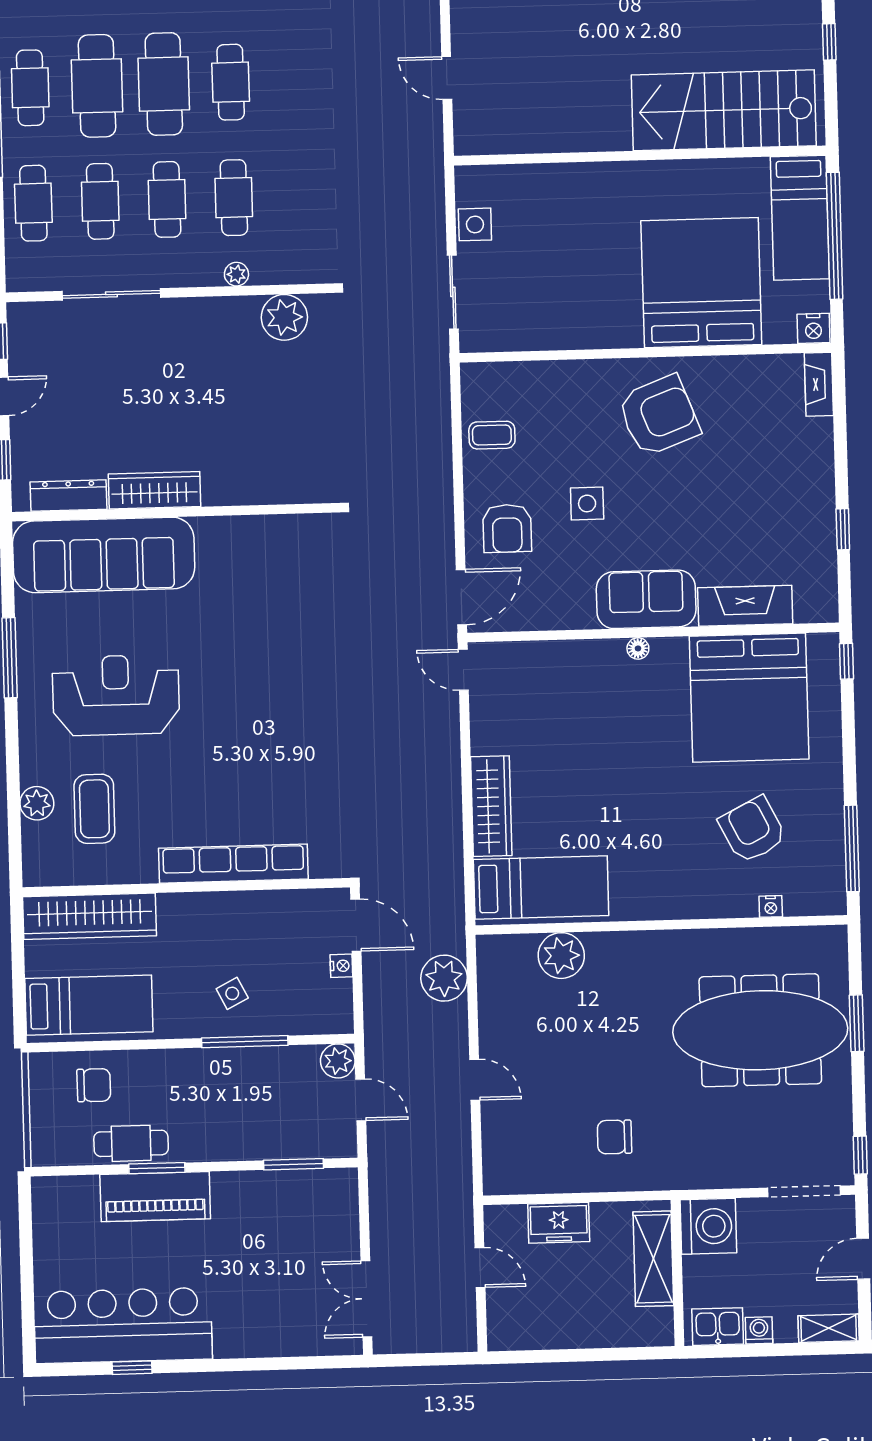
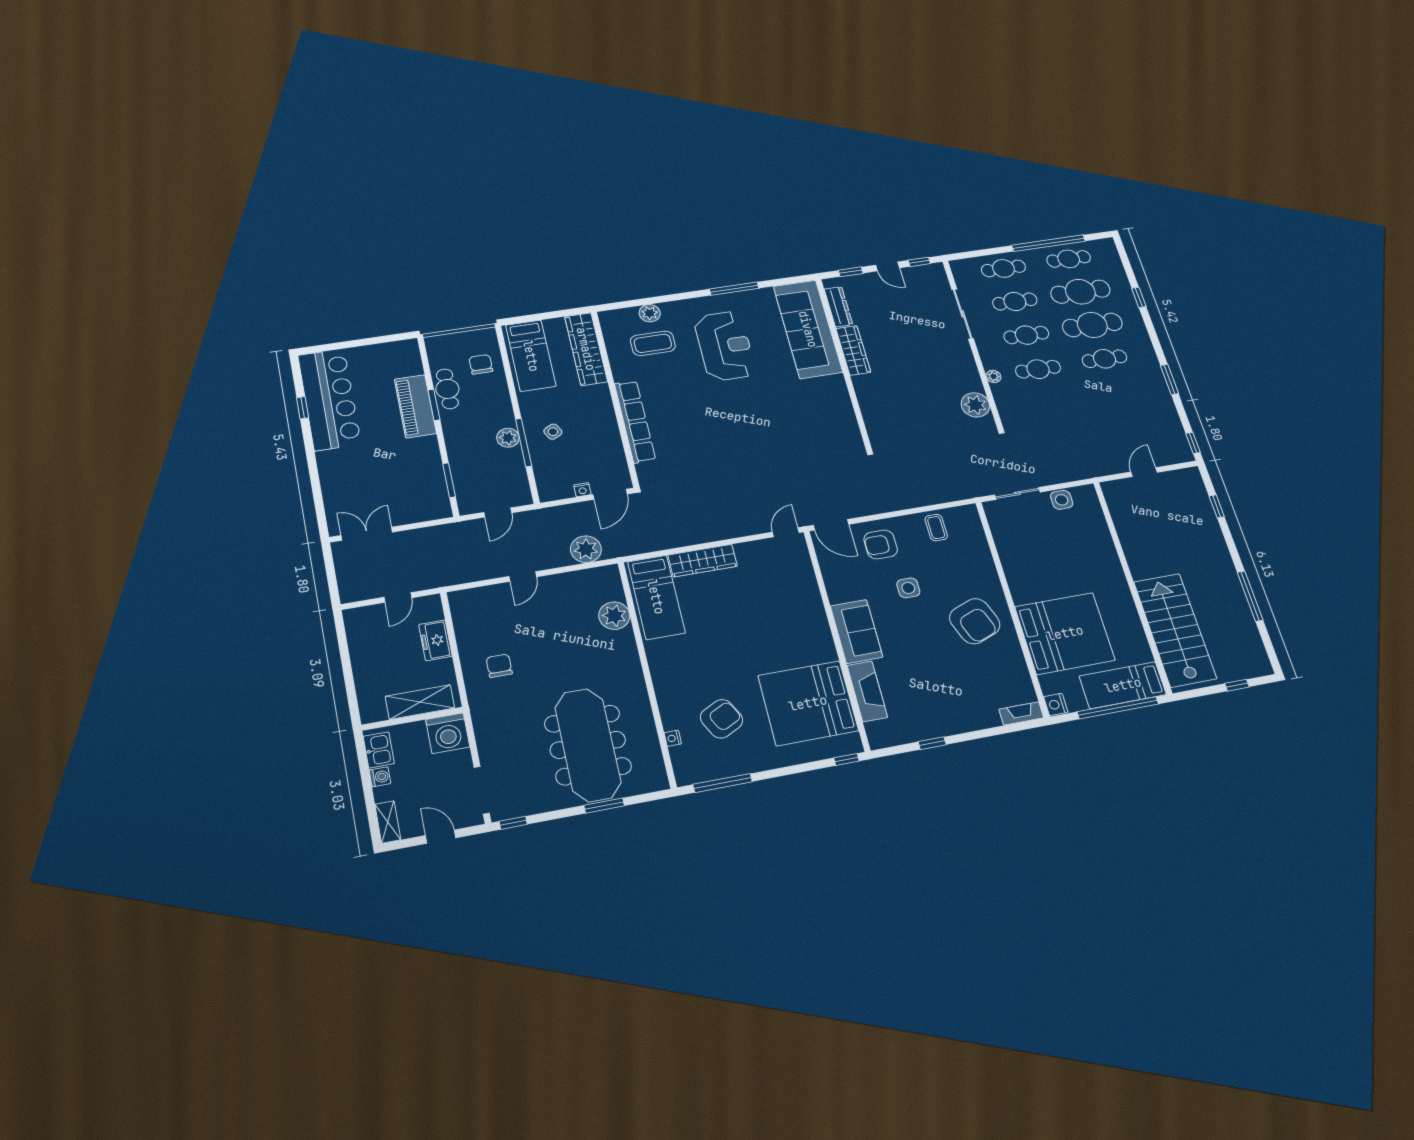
floor lamp: (638, 648) -> (824, 631), removed
plant: (338, 1061) -> (508, 438), moved
chair: (94, 1085) -> (481, 364), turned 180

